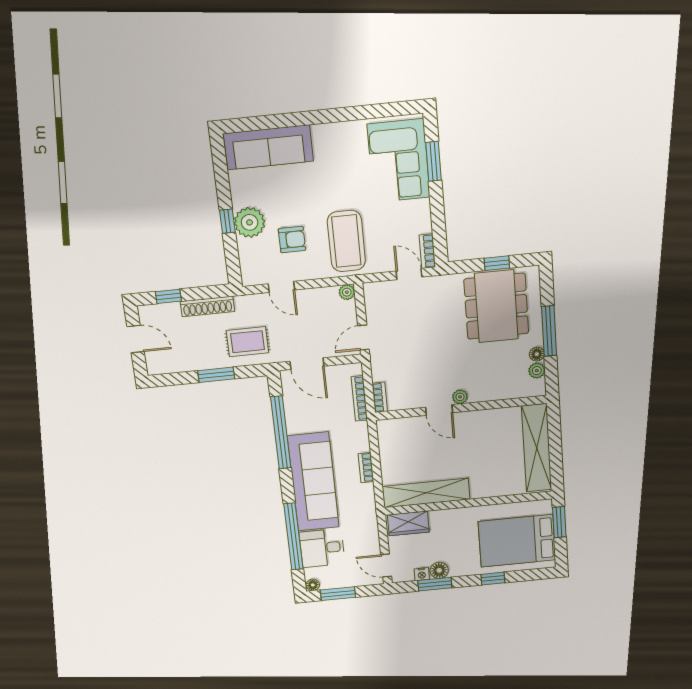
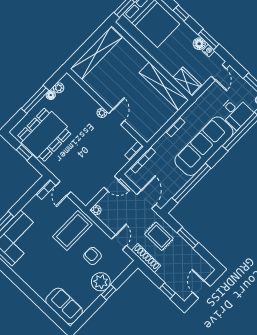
sofa: (268, 147) -> (64, 306), width x0.73
shoe rack: (207, 306) -> (146, 258), moved

